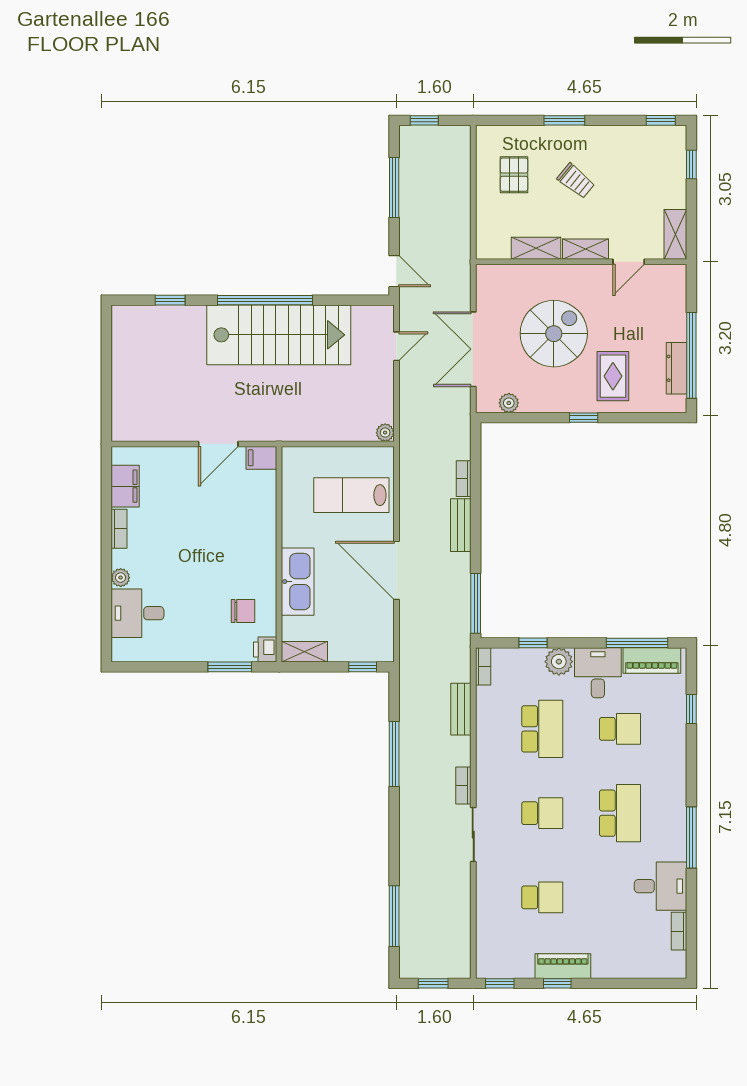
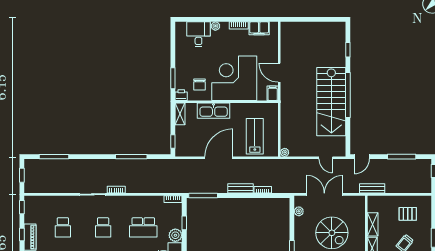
corner desk: (230, 538) -> (234, 78), added
bench: (461, 709) -> (372, 188), moved

